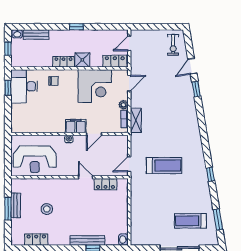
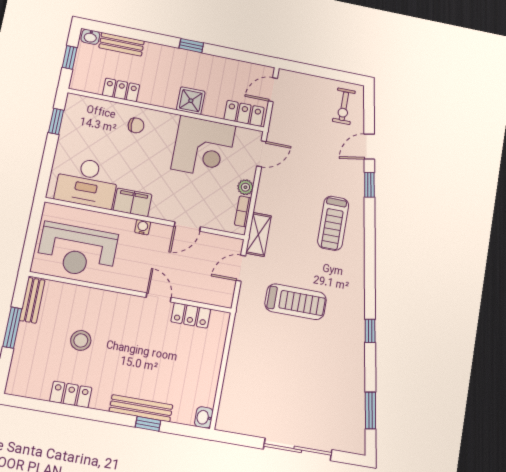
locker: (64, 62) -> (121, 90), moved
desk: (24, 86) -> (87, 182), moved, turned -90
shelving: (136, 120) -> (258, 234), moved
filing cabinet: (76, 126) -> (133, 202), moved
door: (129, 164) -> (241, 268), moved
bench: (16, 205) -> (32, 300), moved
treadmill: (190, 221) -> (333, 223), moved, turned -90
locker: (36, 239) -> (71, 394), moved

